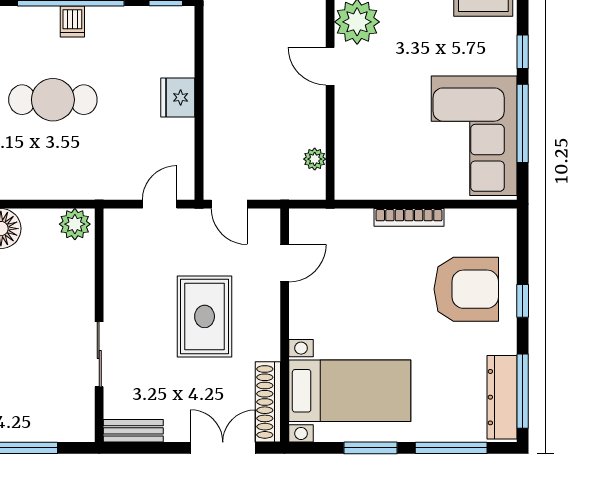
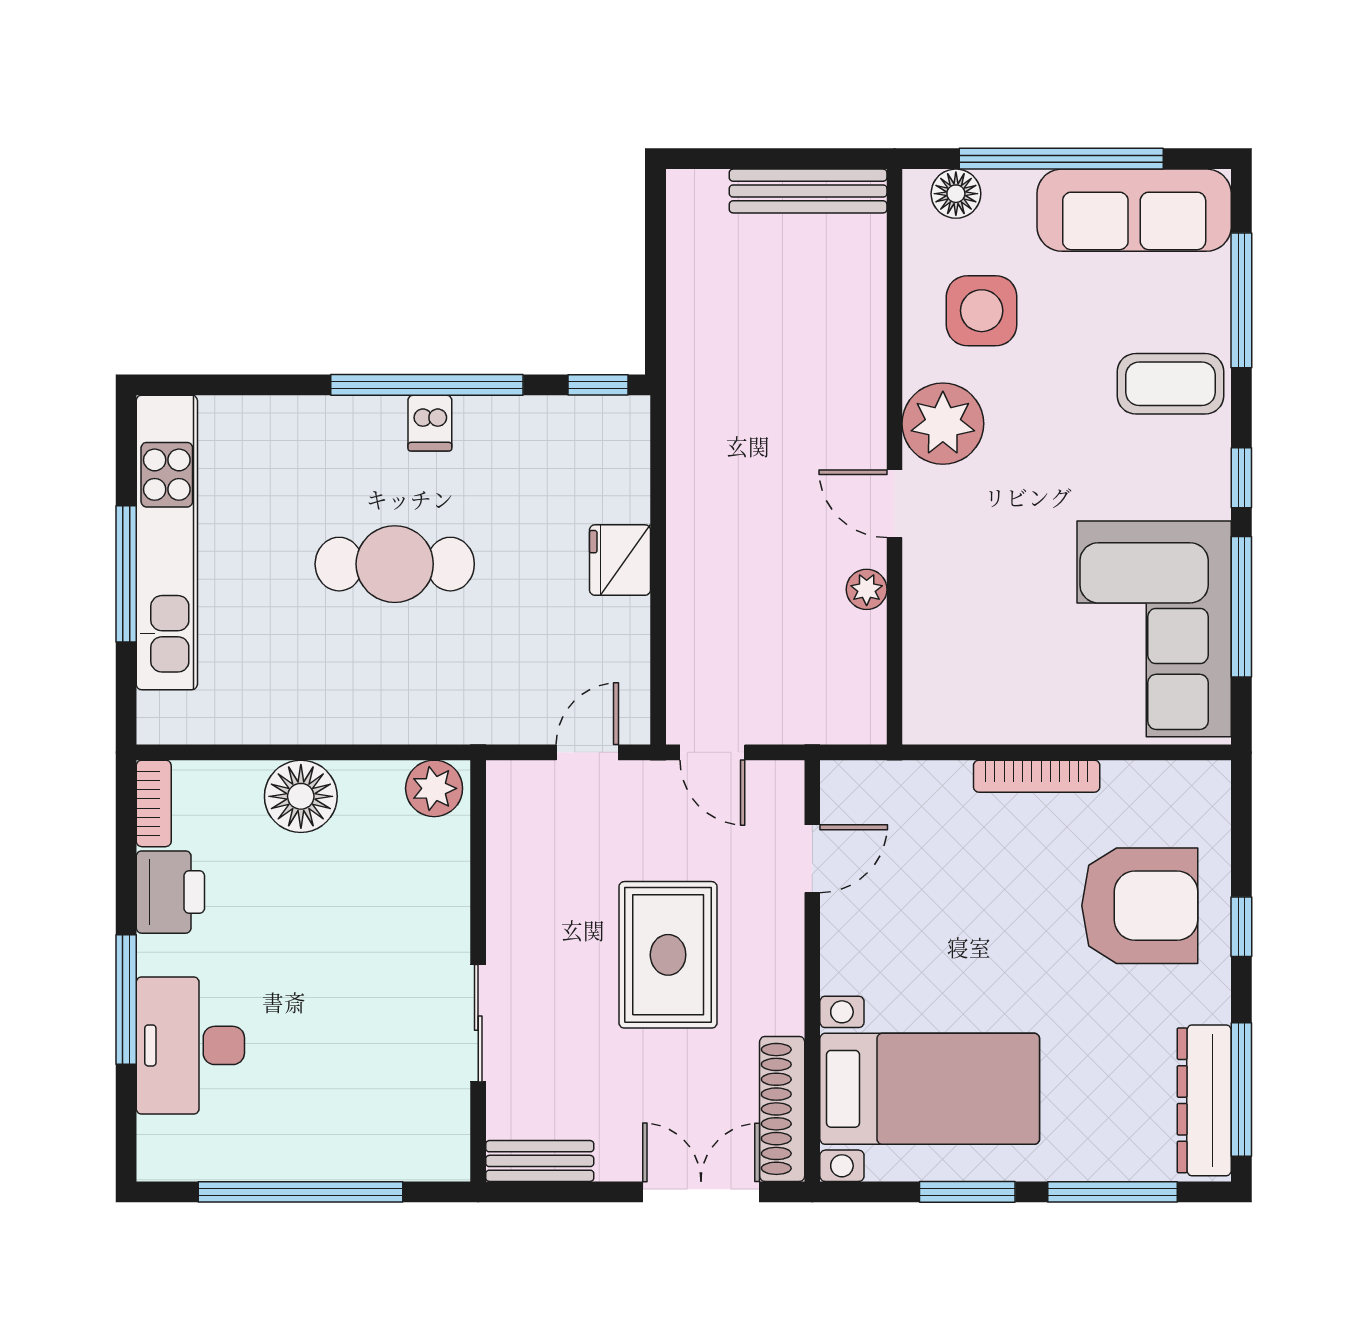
plant: (315, 159) -> (867, 589), moved

